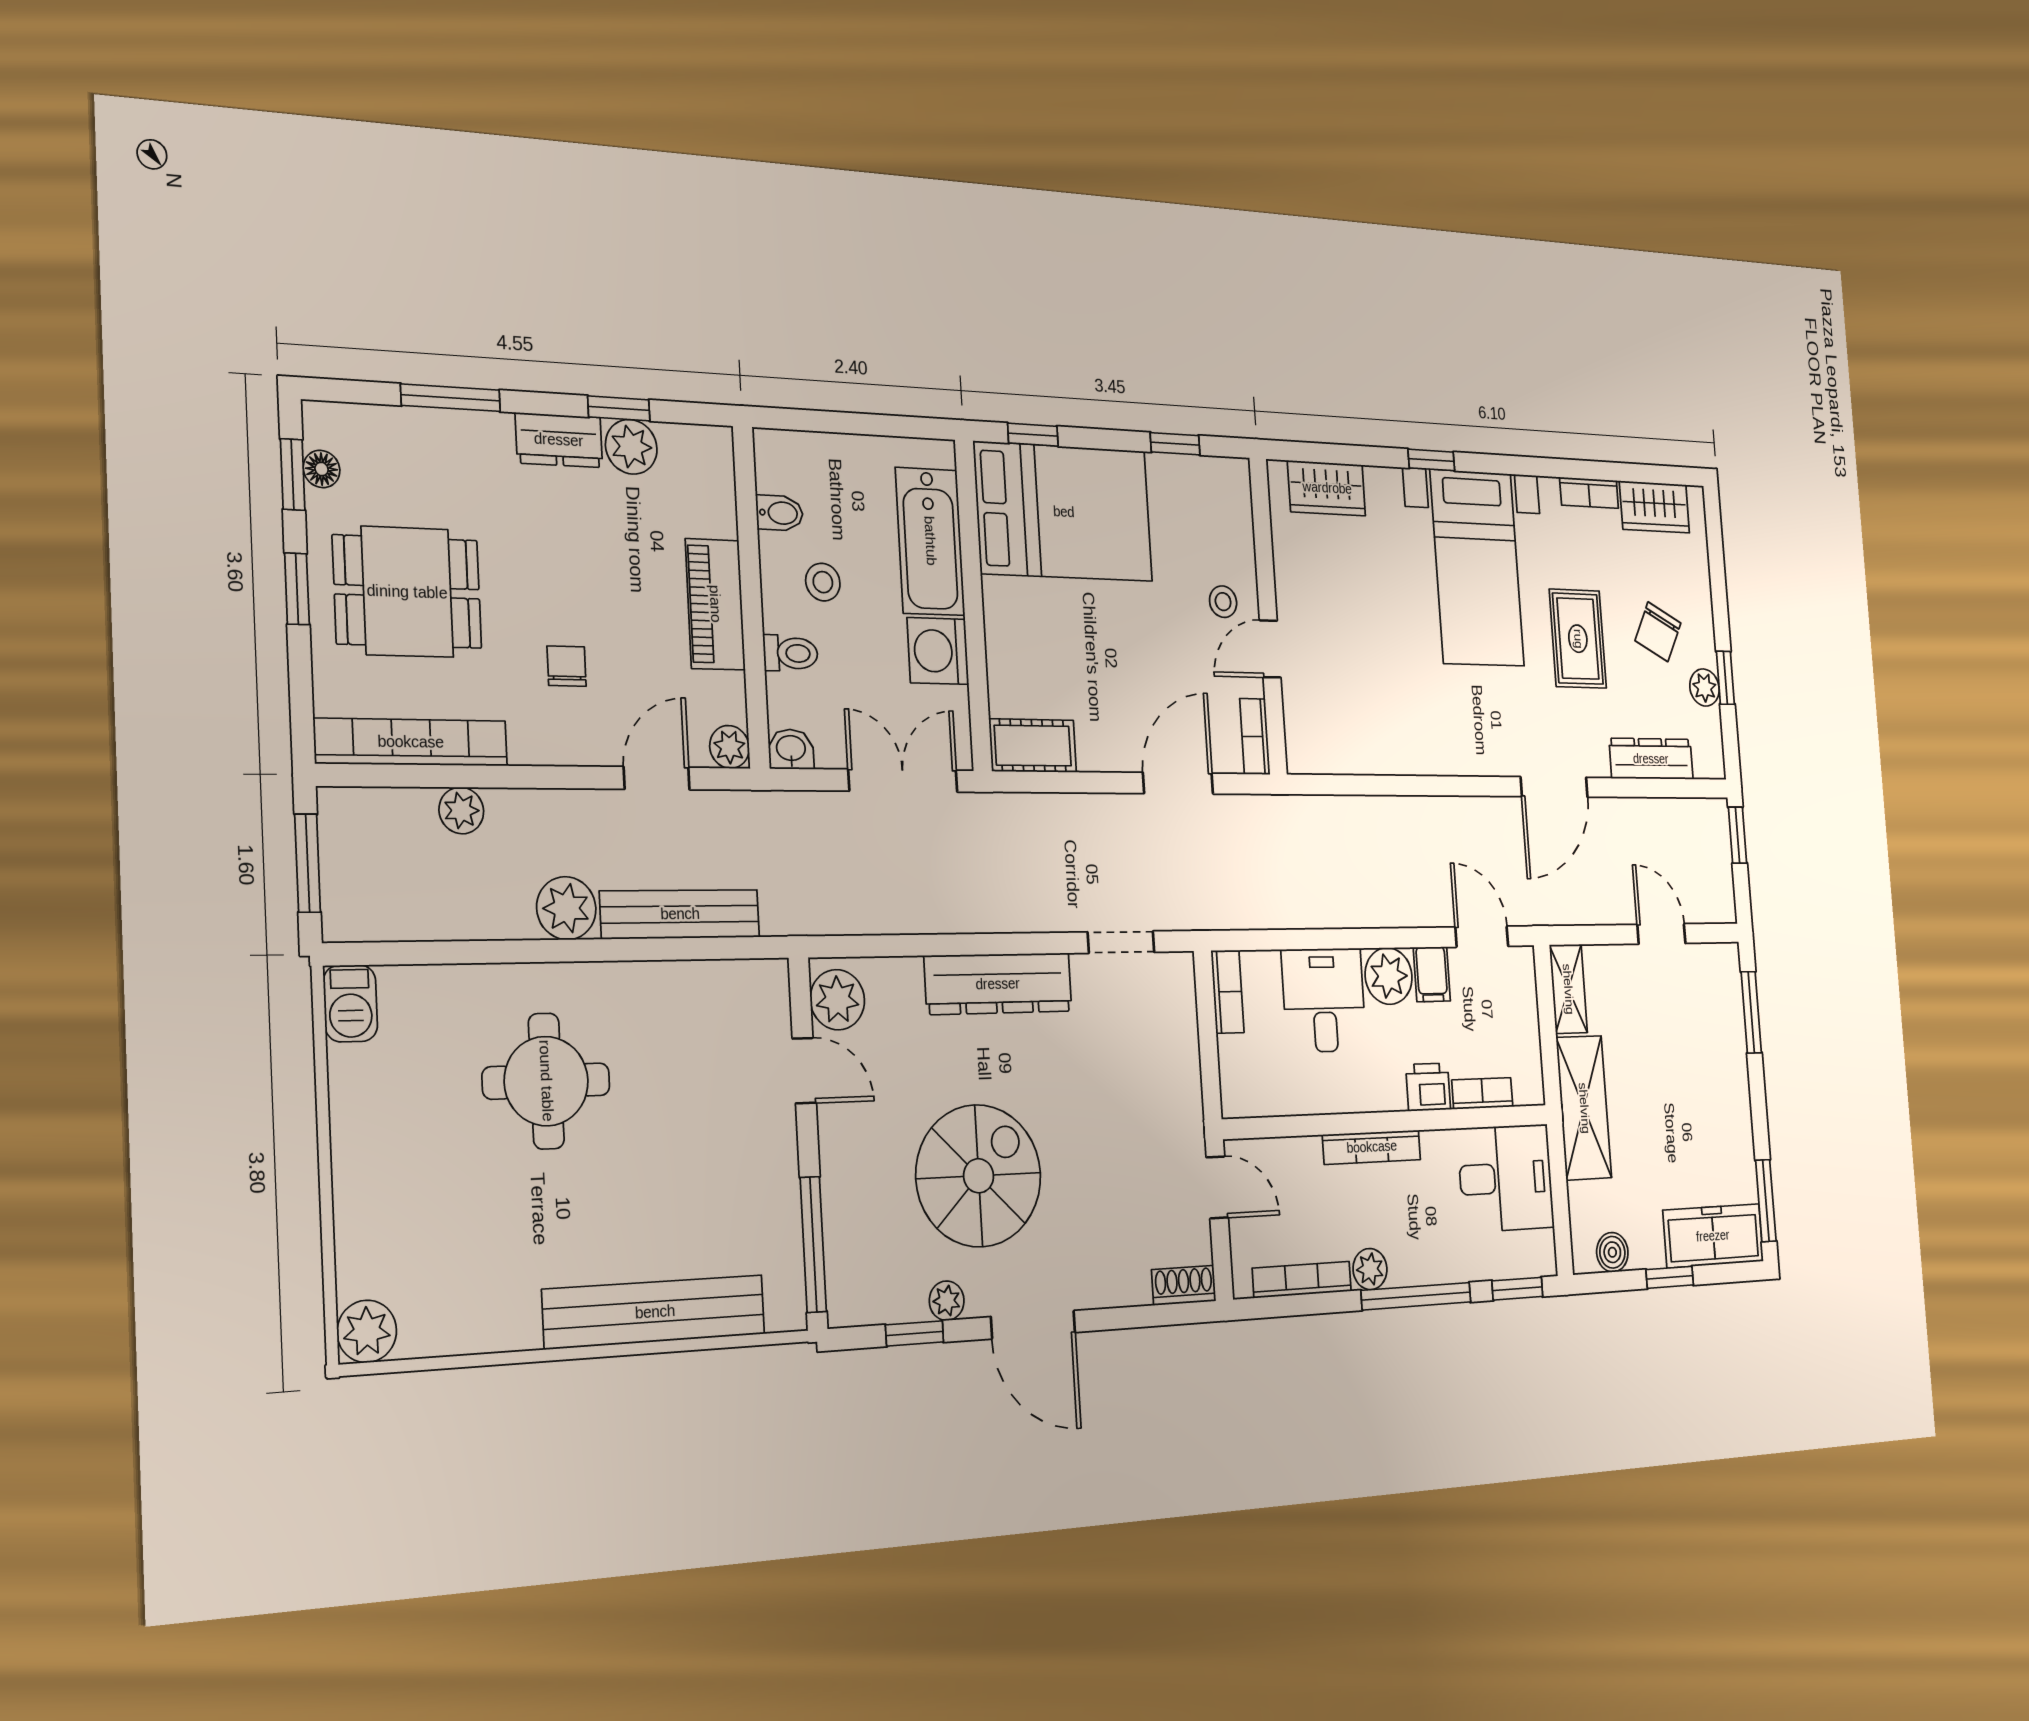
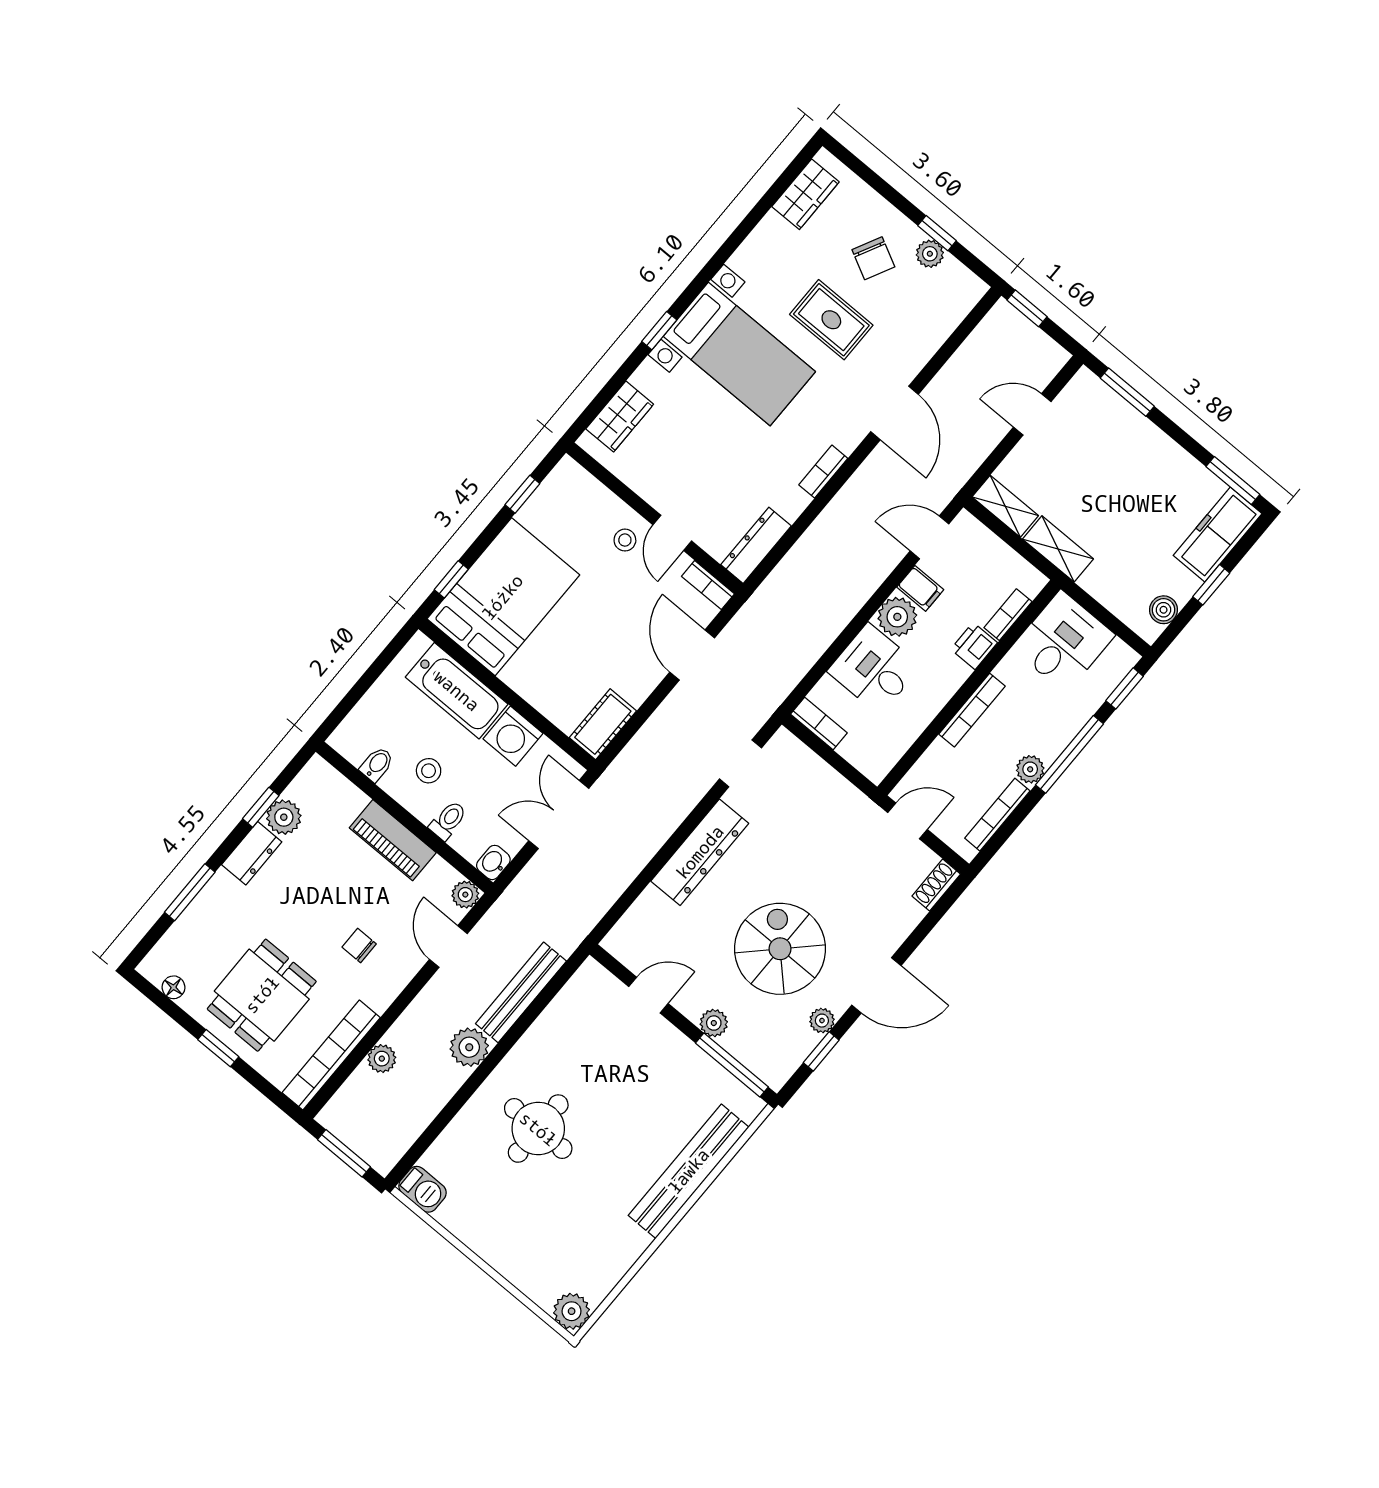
window: (293, 474) -> (165, 1004), removed
bookcase: (1589, 493) -> (823, 472), moved, turned 180
dresser: (1651, 759) -> (756, 545), moved
plant: (837, 1000) -> (714, 1023), moved, width x0.73, depth x0.73
shelving: (1584, 1108) -> (1058, 549), width x0.67, depth x0.75

